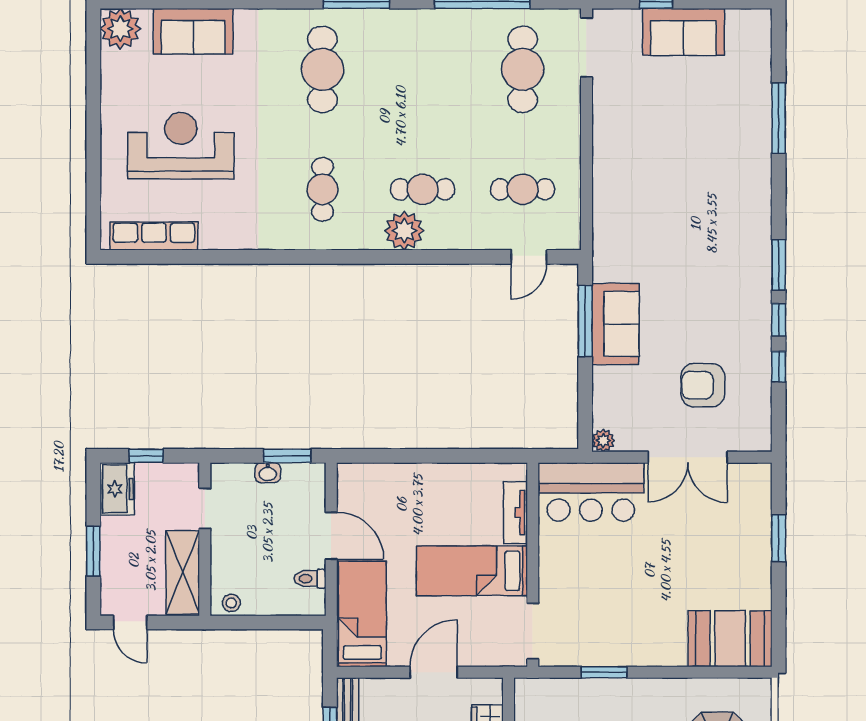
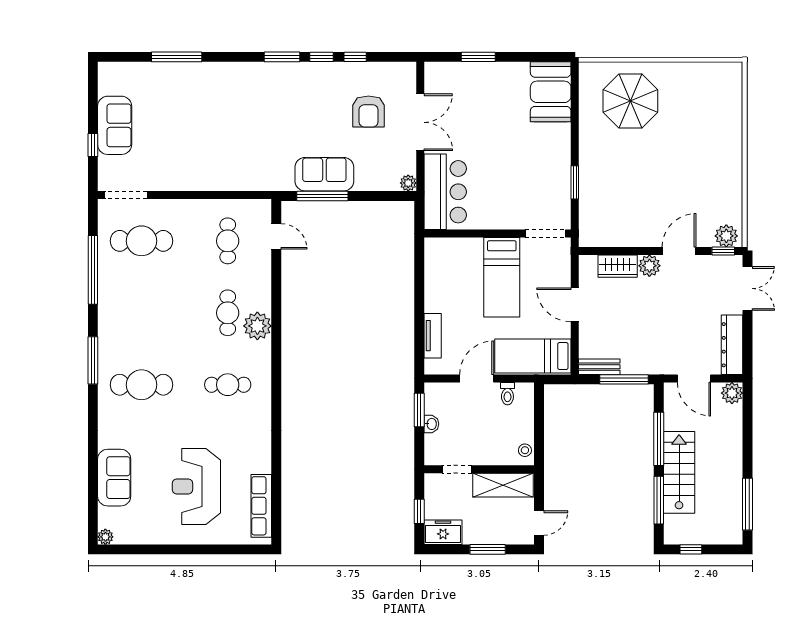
plant: (120, 29) -> (105, 537), width x0.53, depth x0.53
tv unit: (515, 513) -> (433, 336), moved, turned -90

